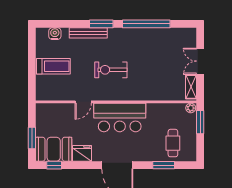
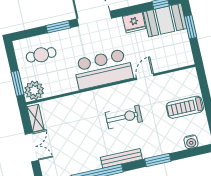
window: (101, 24) -> (158, 160), moved
bench: (88, 33) -> (121, 158), moved
plant: (191, 108) -> (34, 90), width x1.87, depth x1.87
cafe table: (173, 143) -> (41, 55), turned 90
window: (164, 165) -> (58, 27), moved

